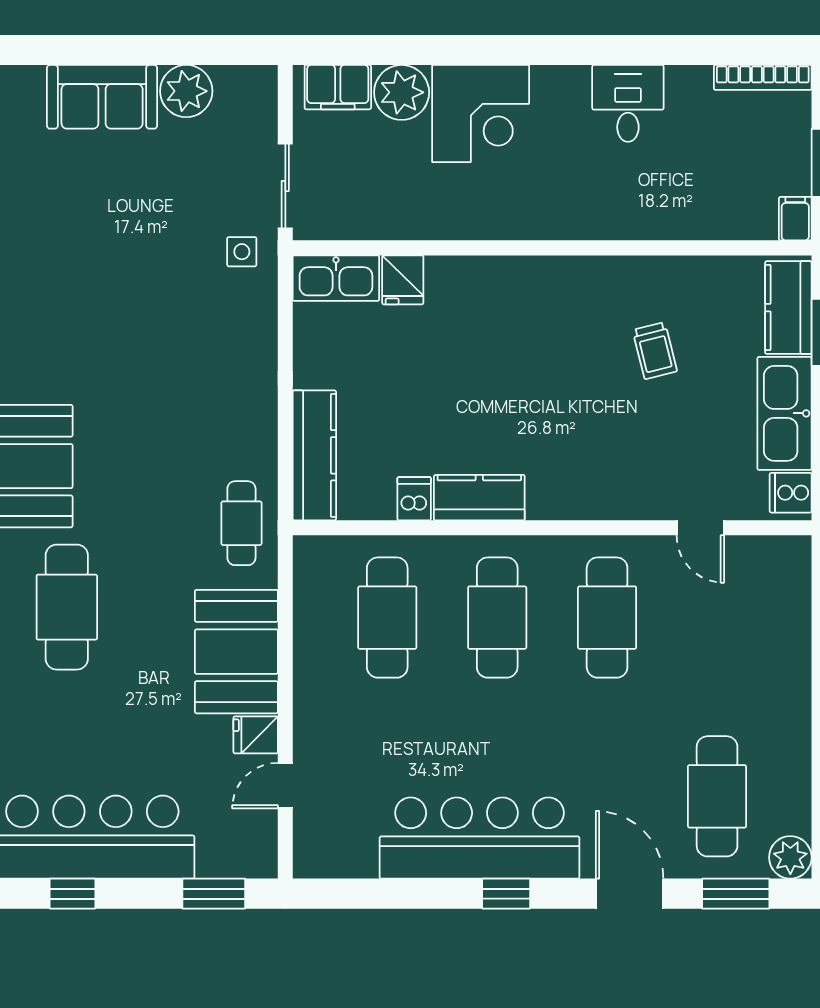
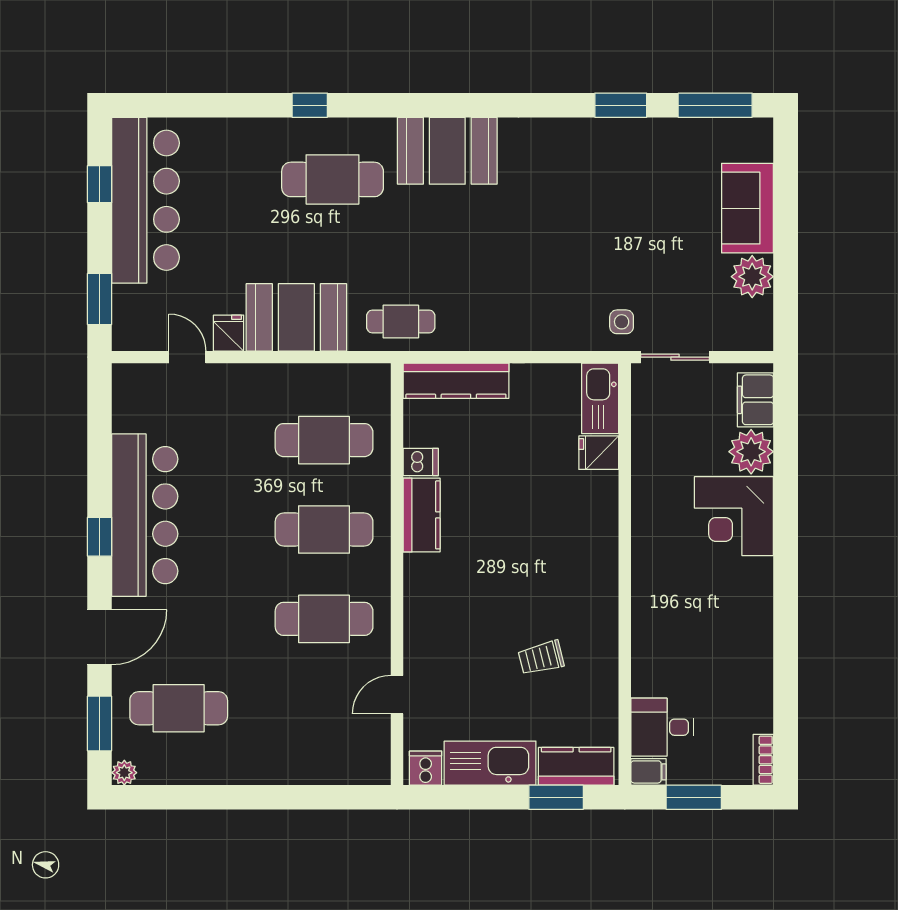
bookcase: (763, 77) -> (763, 760), width x0.64
desk: (628, 103) -> (662, 727), moved, turned 180
plant: (790, 857) -> (124, 773), width x0.73, depth x0.73

